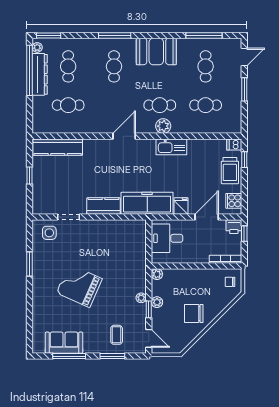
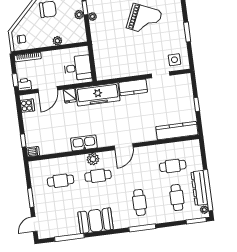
booth: (156, 51) -> (96, 221), moved
cafe table: (206, 66) -> (65, 212), removed
trolley: (230, 171) -> (34, 130), removed
plant: (157, 274) -> (57, 41), moved

